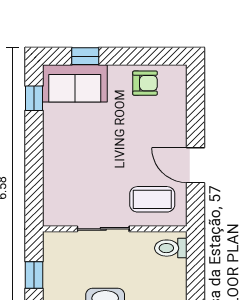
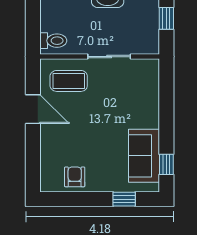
sofa: (75, 83) -> (144, 156), moved, turned -90
armchair: (145, 83) -> (75, 177), turned 90

